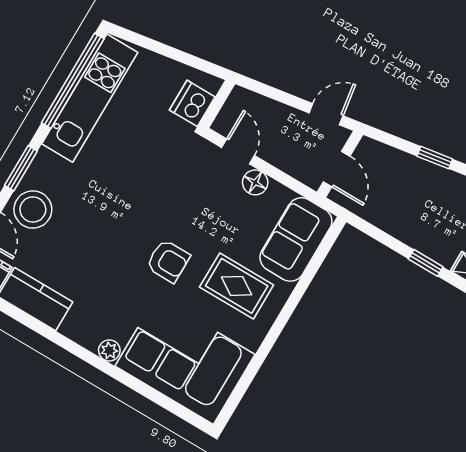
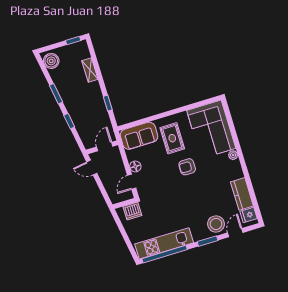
armchair: (168, 261) -> (187, 167), turned -90
window: (426, 263) -> (108, 103), moved

